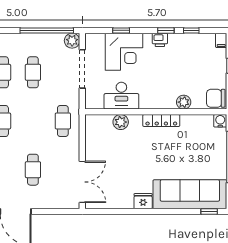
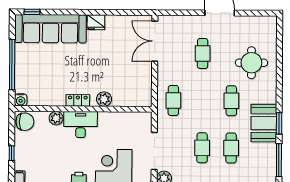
desk: (121, 96) -> (81, 125), moved
locker: (161, 120) -> (78, 100), width x0.66
plant: (121, 122) -> (104, 99), moved

